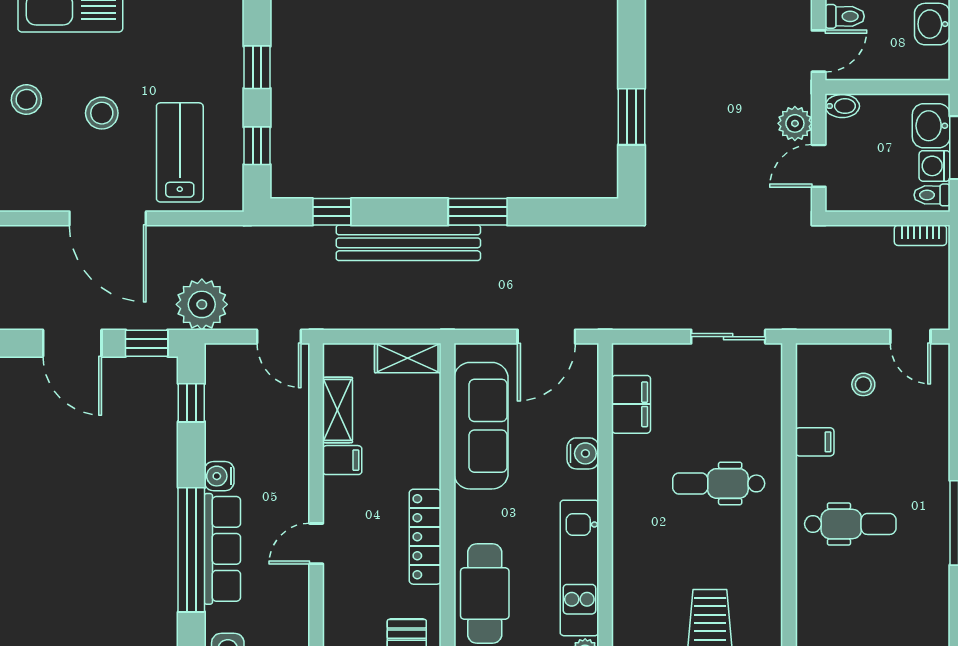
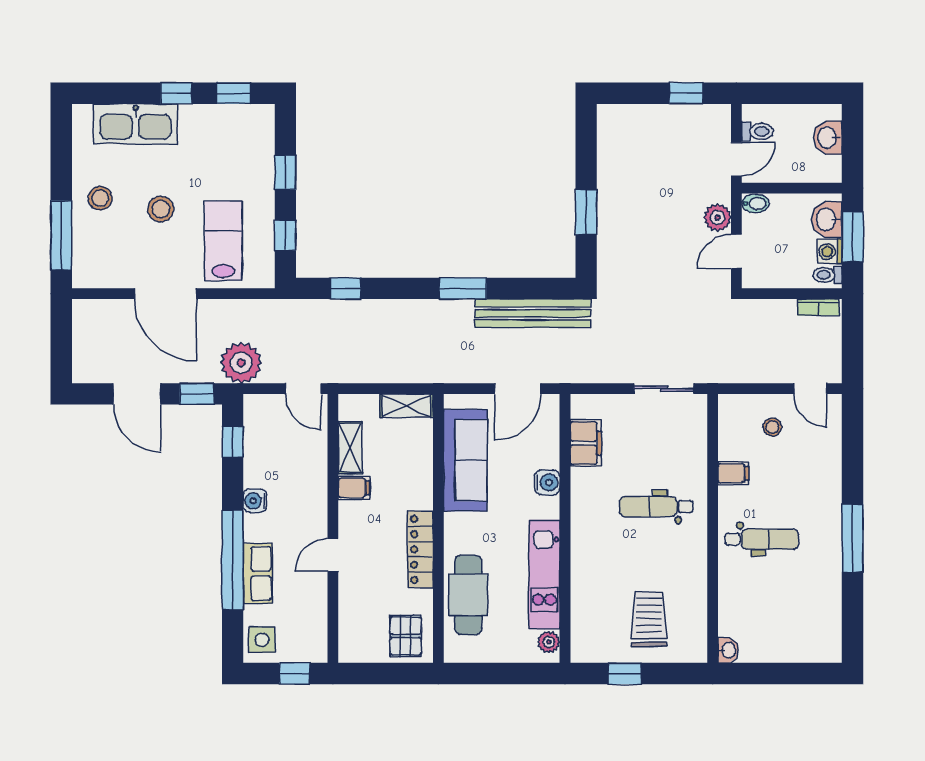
bench: (408, 243) -> (533, 313), moved
row of seats: (222, 549) -> (258, 574), width x0.68

